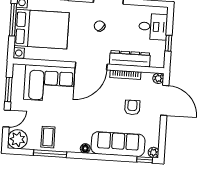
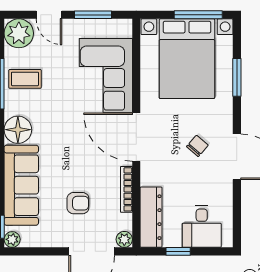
dresser: (130, 59) -> (151, 217), moved
floor lamp: (85, 148) -> (18, 130), width x1.89, depth x1.89

